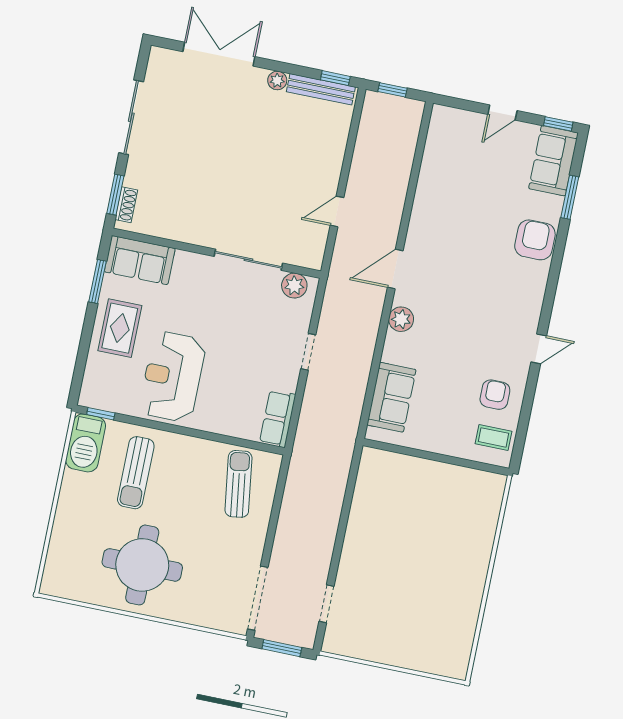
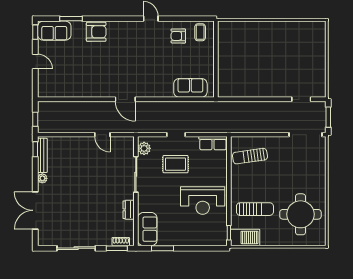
dresser: (184, 232) -> (129, 210), added
armchair: (535, 240) -> (96, 32), turned 180
plant: (401, 319) -> (150, 91), removed
rug: (120, 328) -> (176, 164), moved
round table: (142, 565) -> (300, 214), moved

